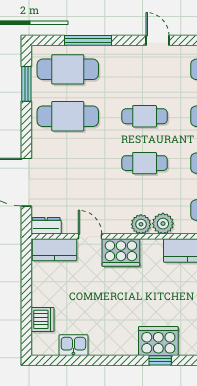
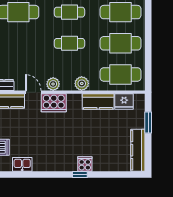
plant: (141, 224) -> (53, 84), moved
cooker: (158, 341) -> (85, 164), width x0.53, depth x0.76

